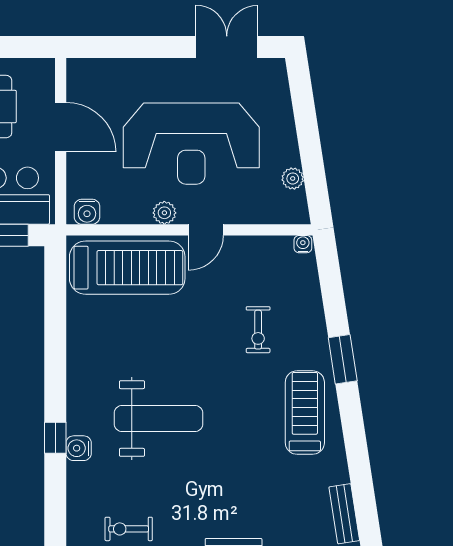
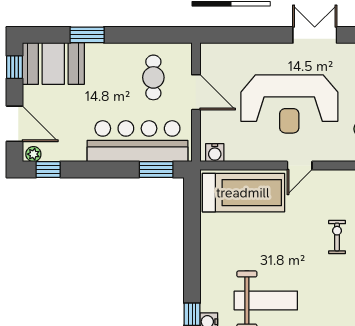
plant: (164, 213) -> (270, 153), removed
exercise bike: (258, 330) -> (337, 237), turned 180

